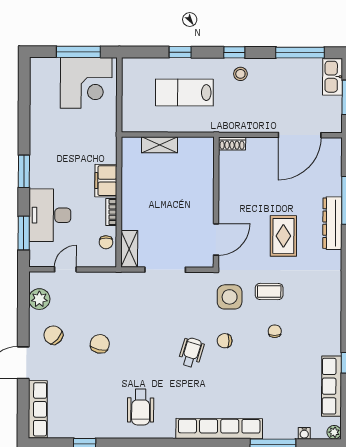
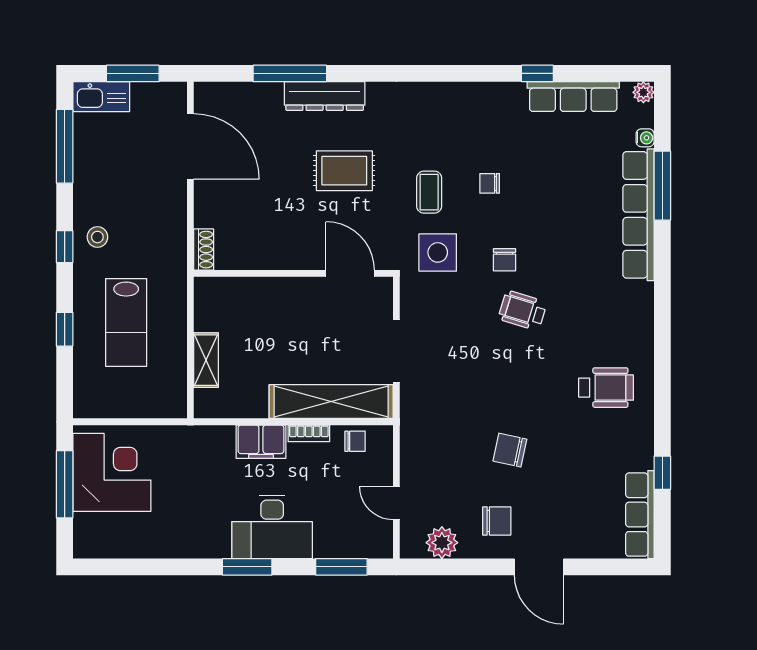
desk: (50, 215) -> (272, 527), moved
shelving: (129, 249) -> (331, 402), width x2.20, depth x1.33
chair: (53, 335) -> (497, 521), turned -131
row of seats: (38, 409) -> (640, 515), moved, turned -90
row of seats: (219, 429) -> (638, 215), moved

